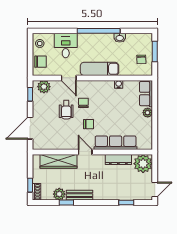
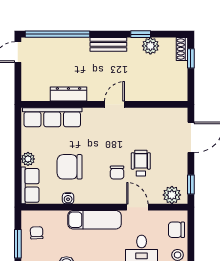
chair: (88, 124) -> (70, 167), moved, width x1.87, depth x1.87
row of seats: (116, 143) -> (52, 117), moved
door: (85, 152) -> (115, 104), swing flipped
wardrobe: (59, 161) -> (151, 91), removed
plant: (143, 164) -> (34, 88), removed
bench: (79, 195) -> (108, 44), moved
window: (126, 202) -> (58, 34), width x3.17

